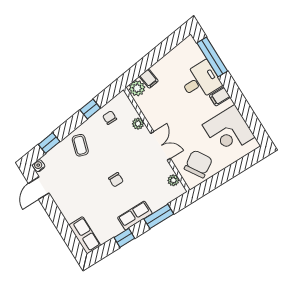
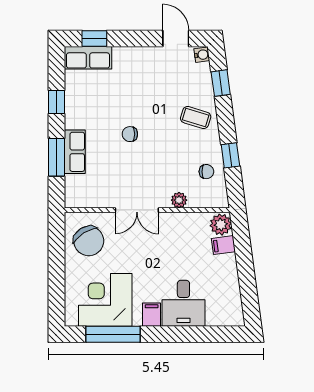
window: (212, 57) -> (113, 334), moved
plant: (173, 180) -> (88, 200), removed
row of seats: (135, 216) -> (75, 152), moved
window: (70, 239) -> (94, 39), added

